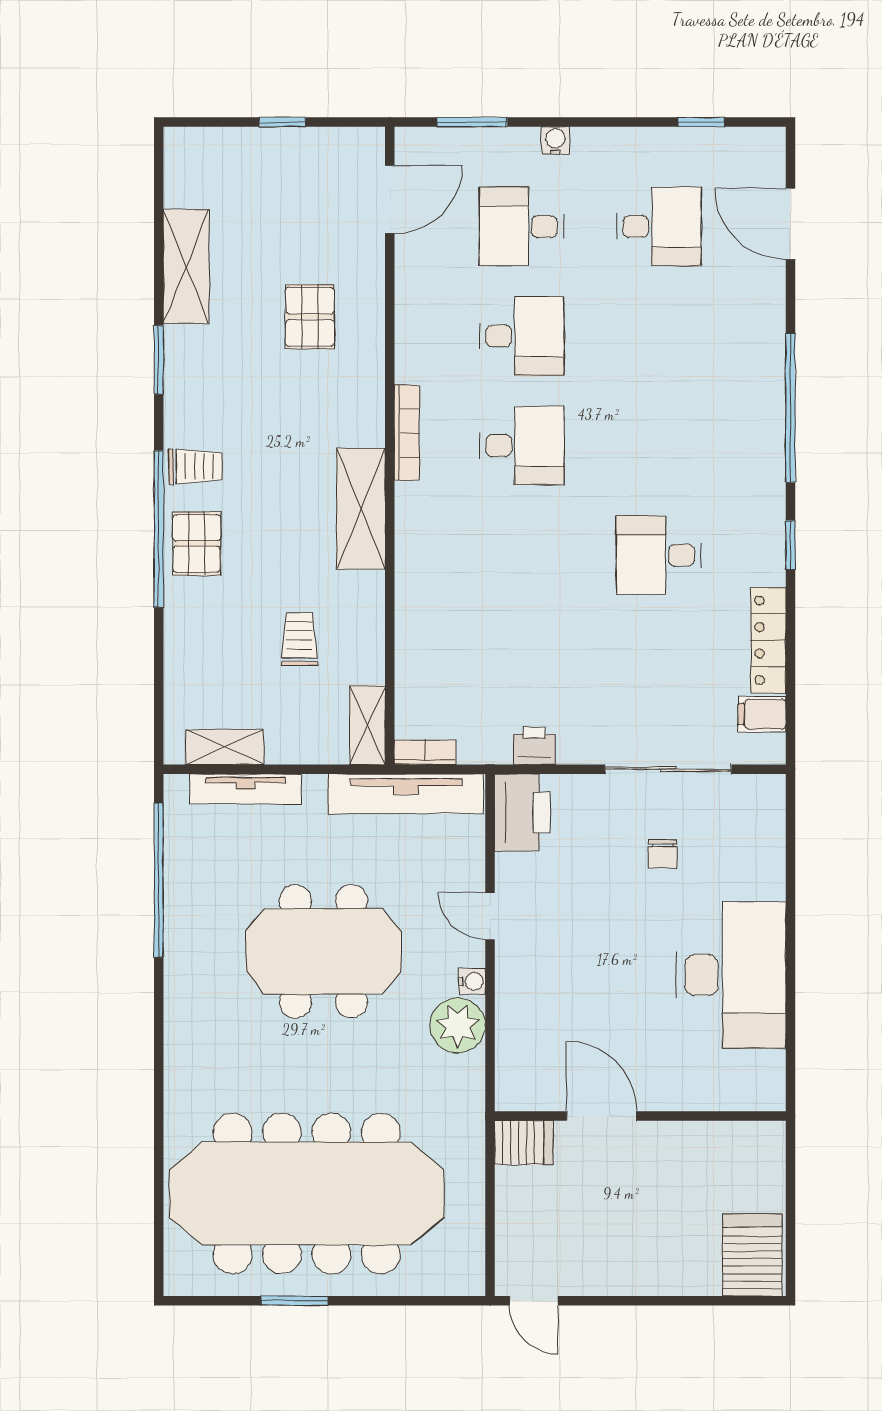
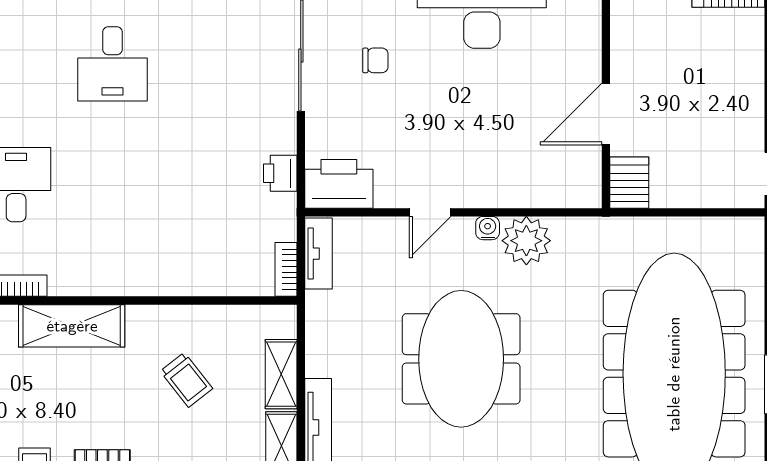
trolley: (300, 639) -> (186, 380), turned -128
shelving: (367, 725) -> (281, 374), moved, turned 90
tv unit: (406, 794) -> (318, 254), width x0.52, depth x0.78

